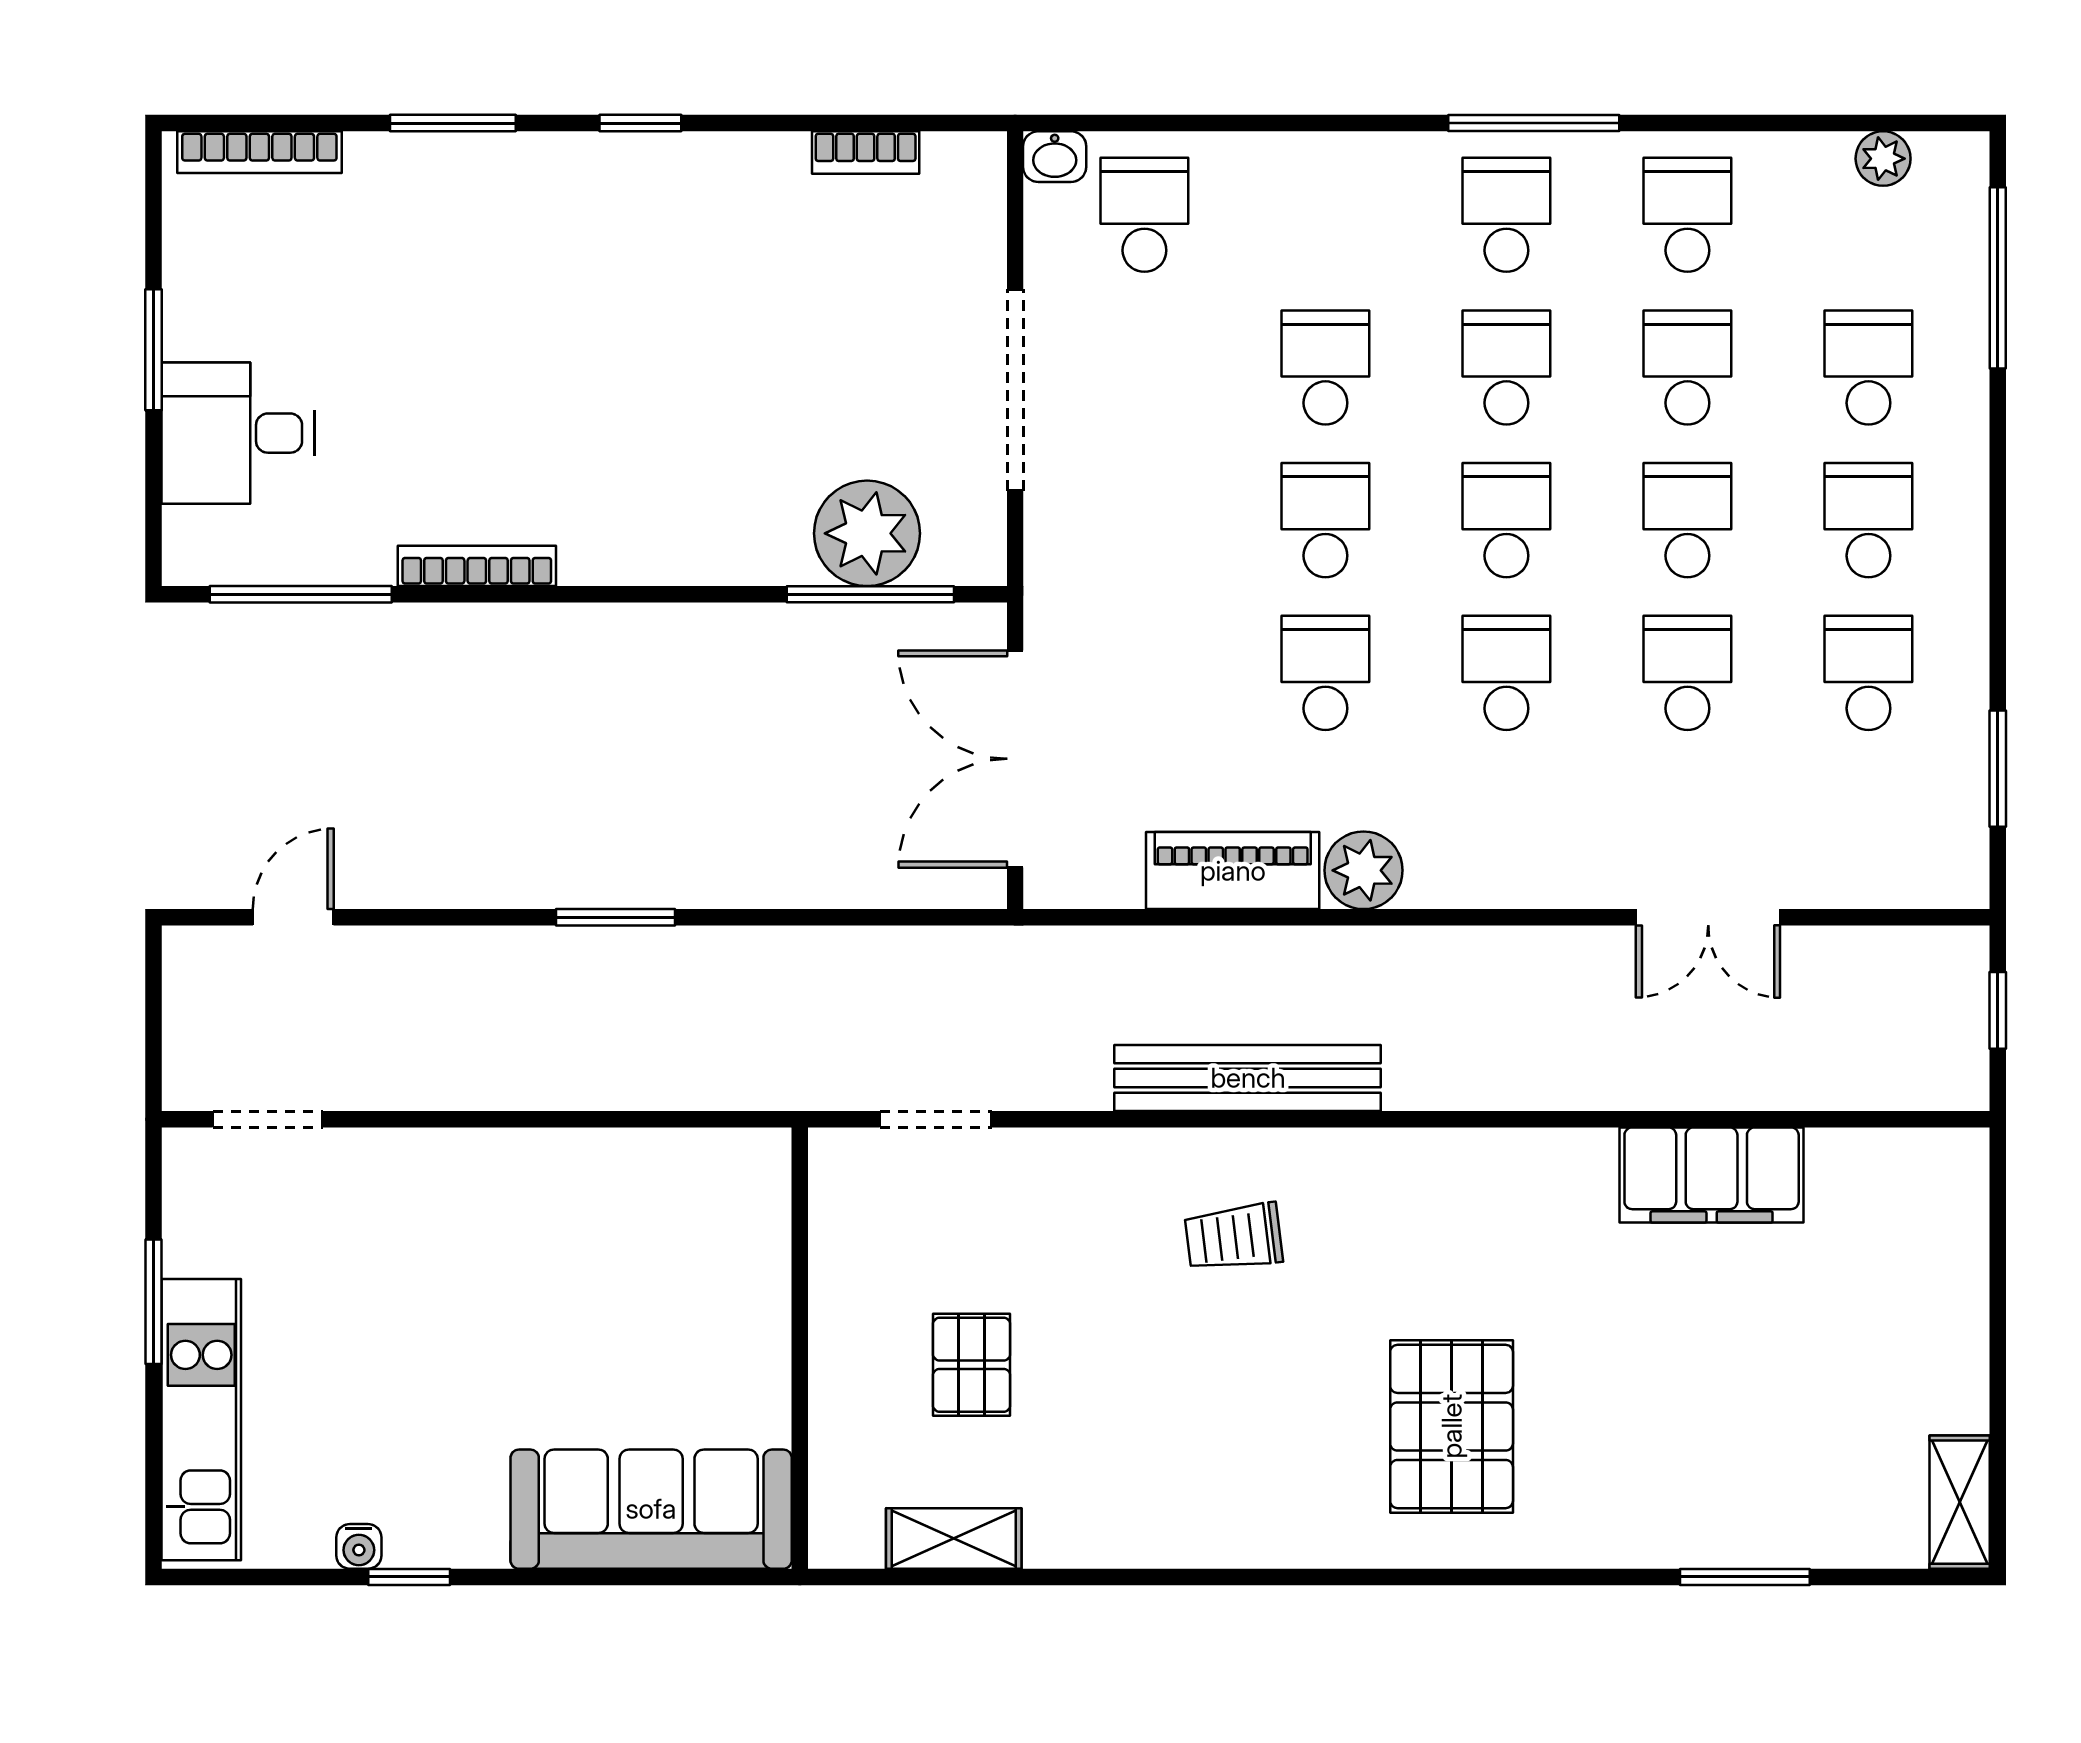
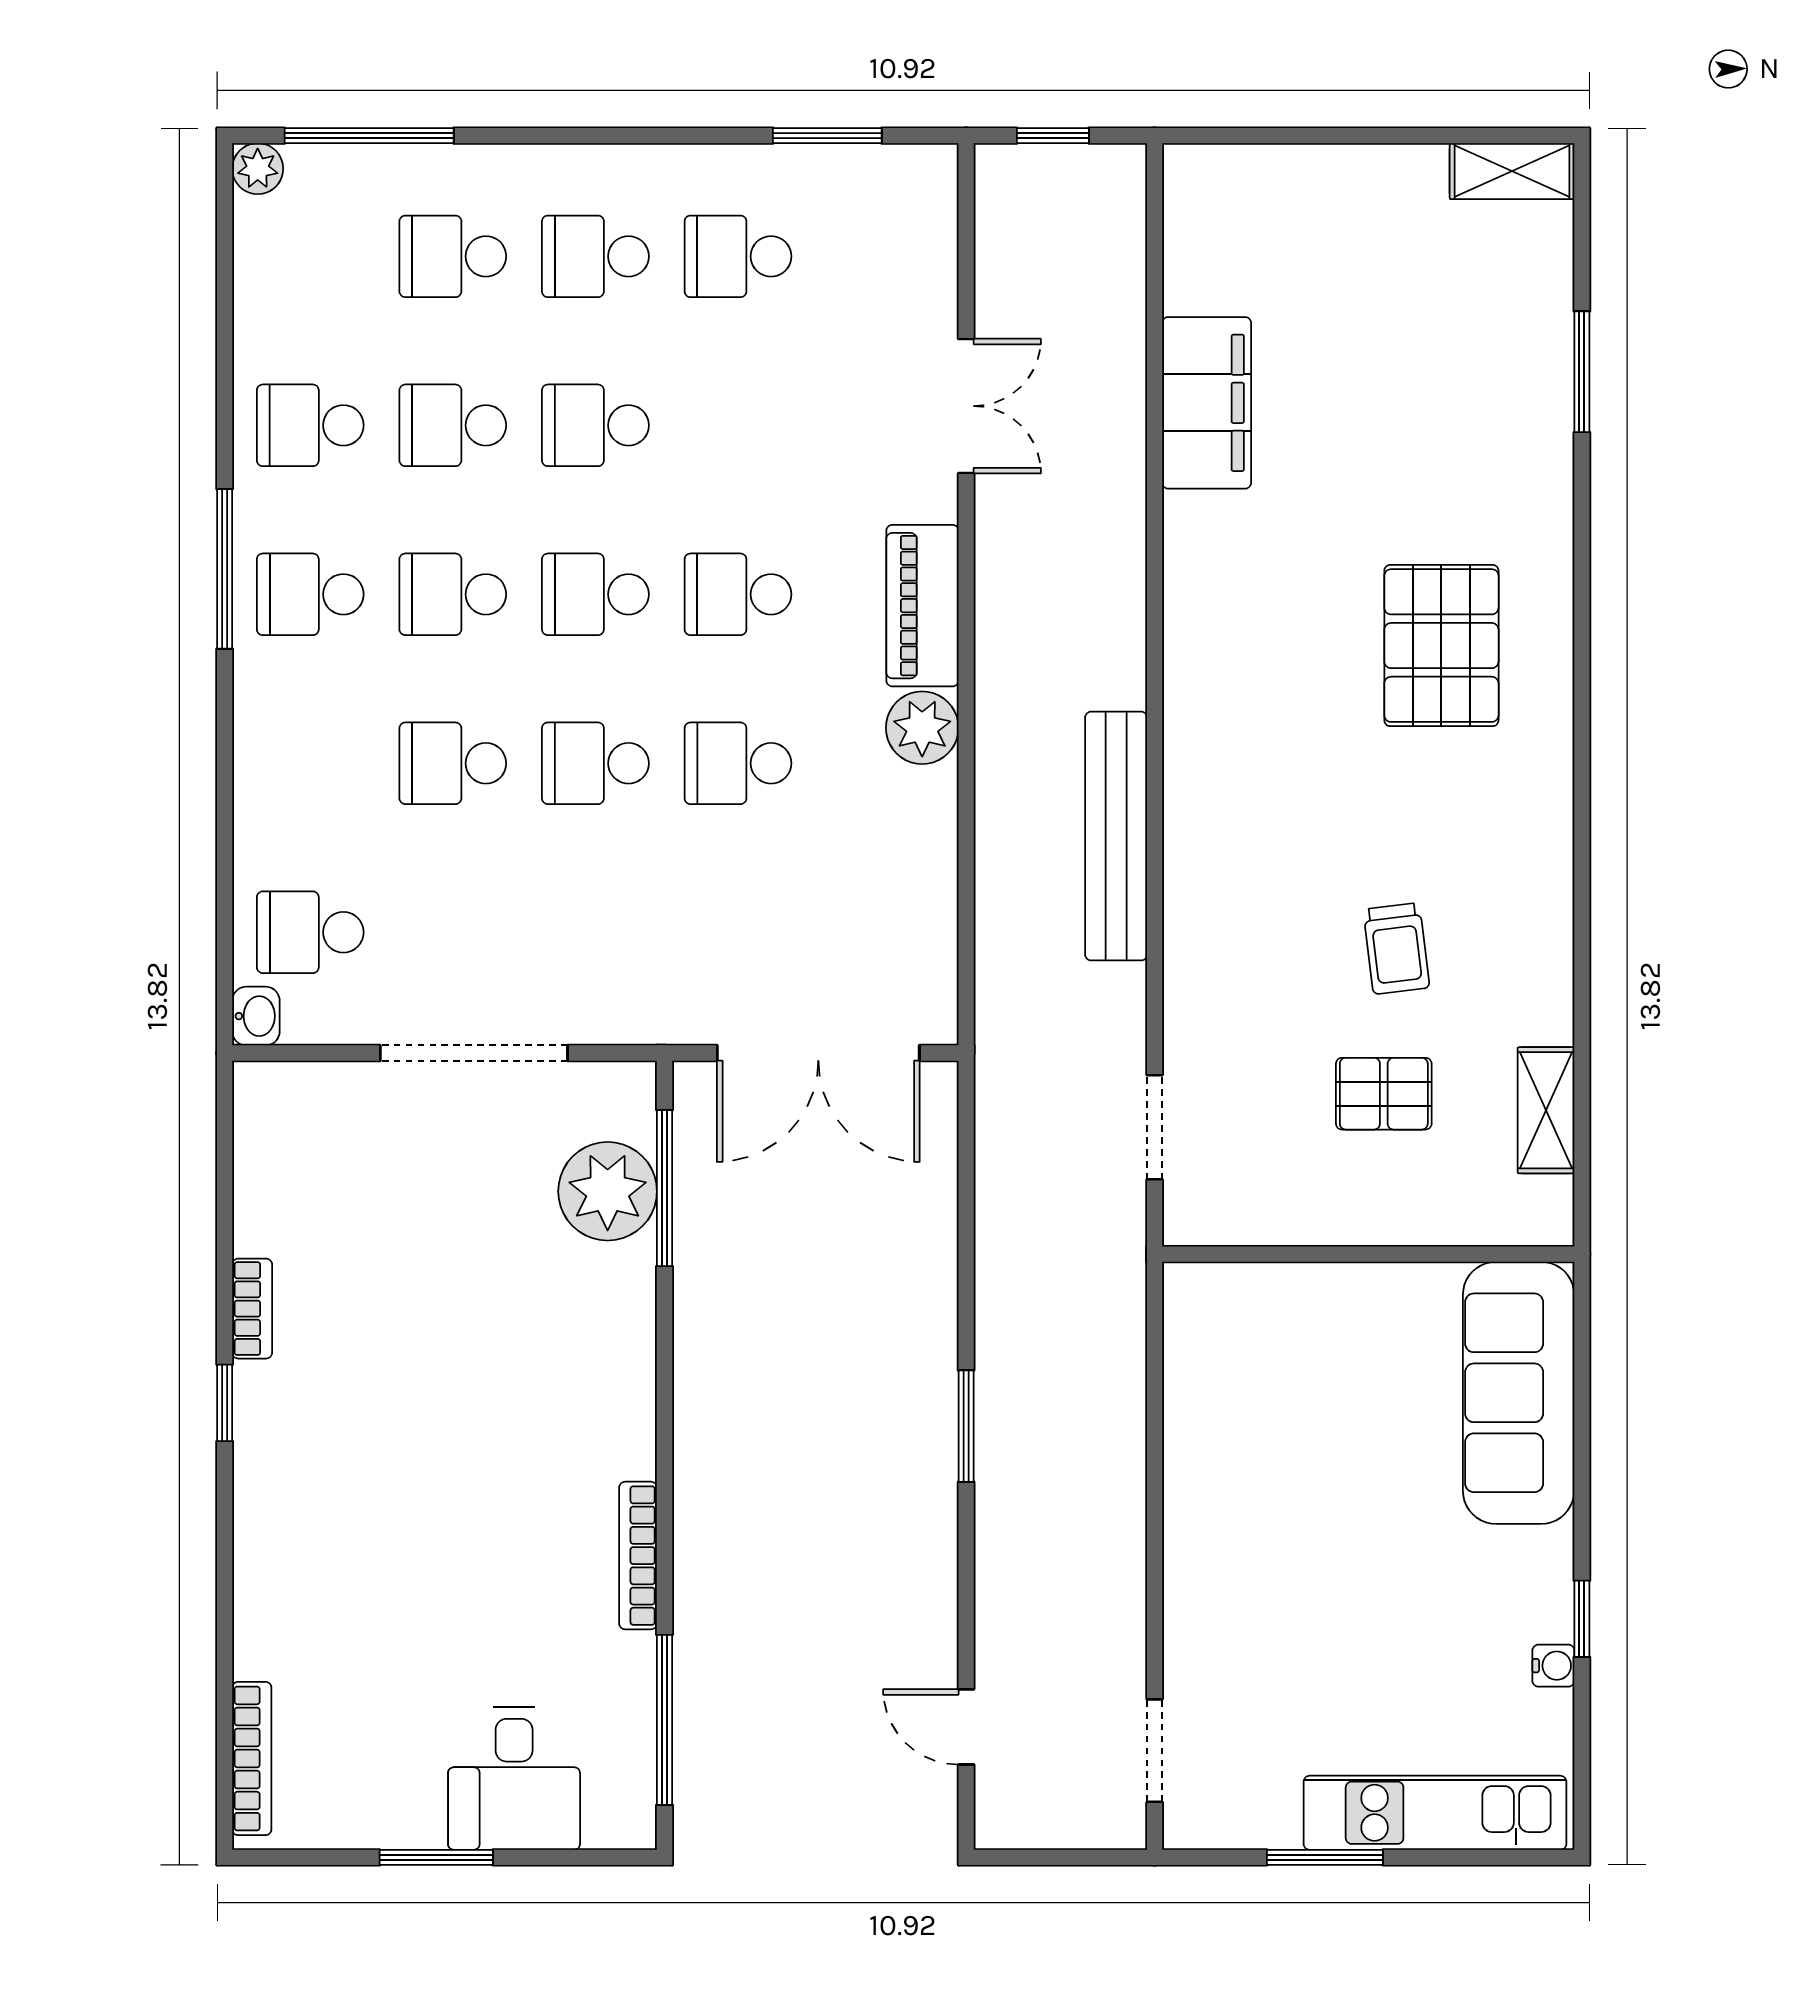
window: (453, 123) -> (225, 1578), removed
bookcase: (866, 153) -> (252, 1309), moved
plant: (1883, 159) -> (258, 169), moved
school desk: (1687, 673) -> (738, 425), removed
piano: (1233, 871) -> (922, 606), moved
trolley: (1234, 1237) -> (1396, 949), moved
pallet: (1452, 1426) -> (1441, 646), turned 90

